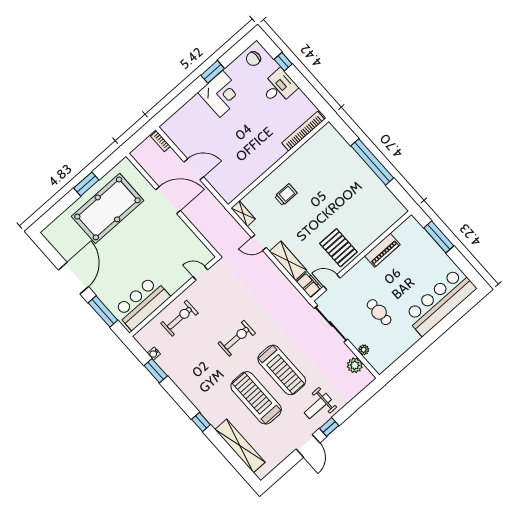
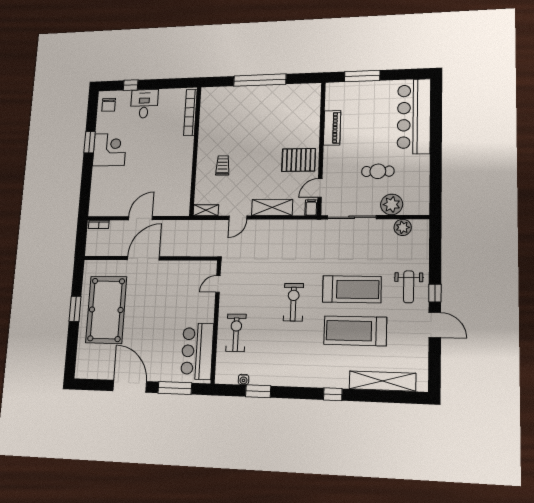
filing cabinet: (309, 285) -> (311, 208), width x0.50
plant: (364, 350) -> (392, 204), width x1.87, depth x1.87

